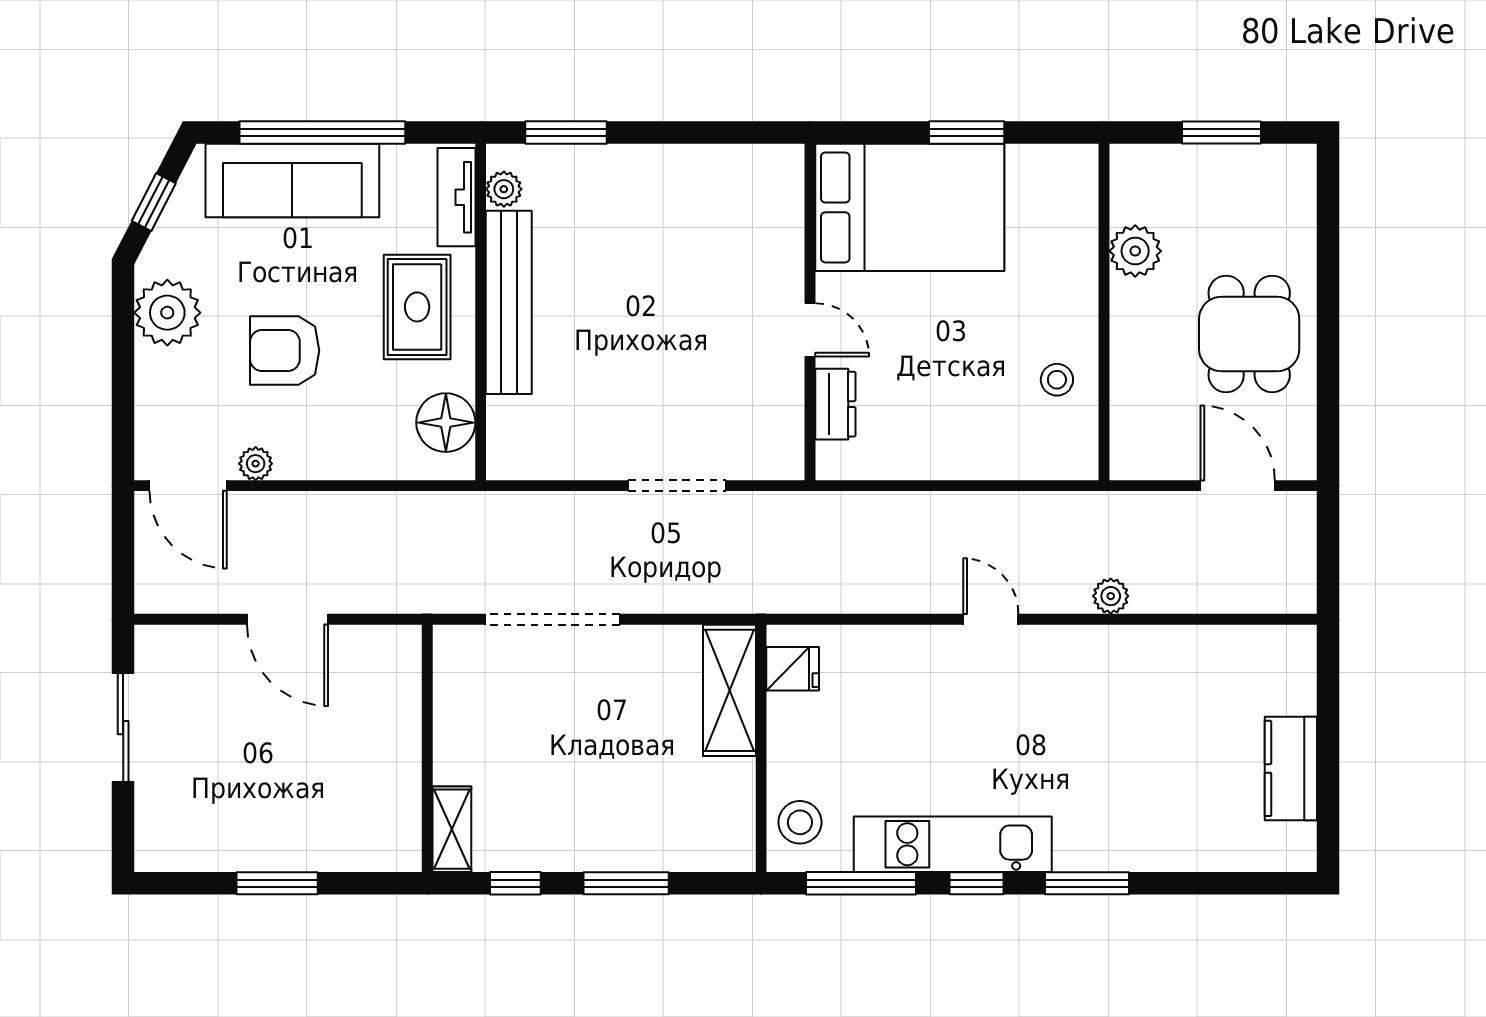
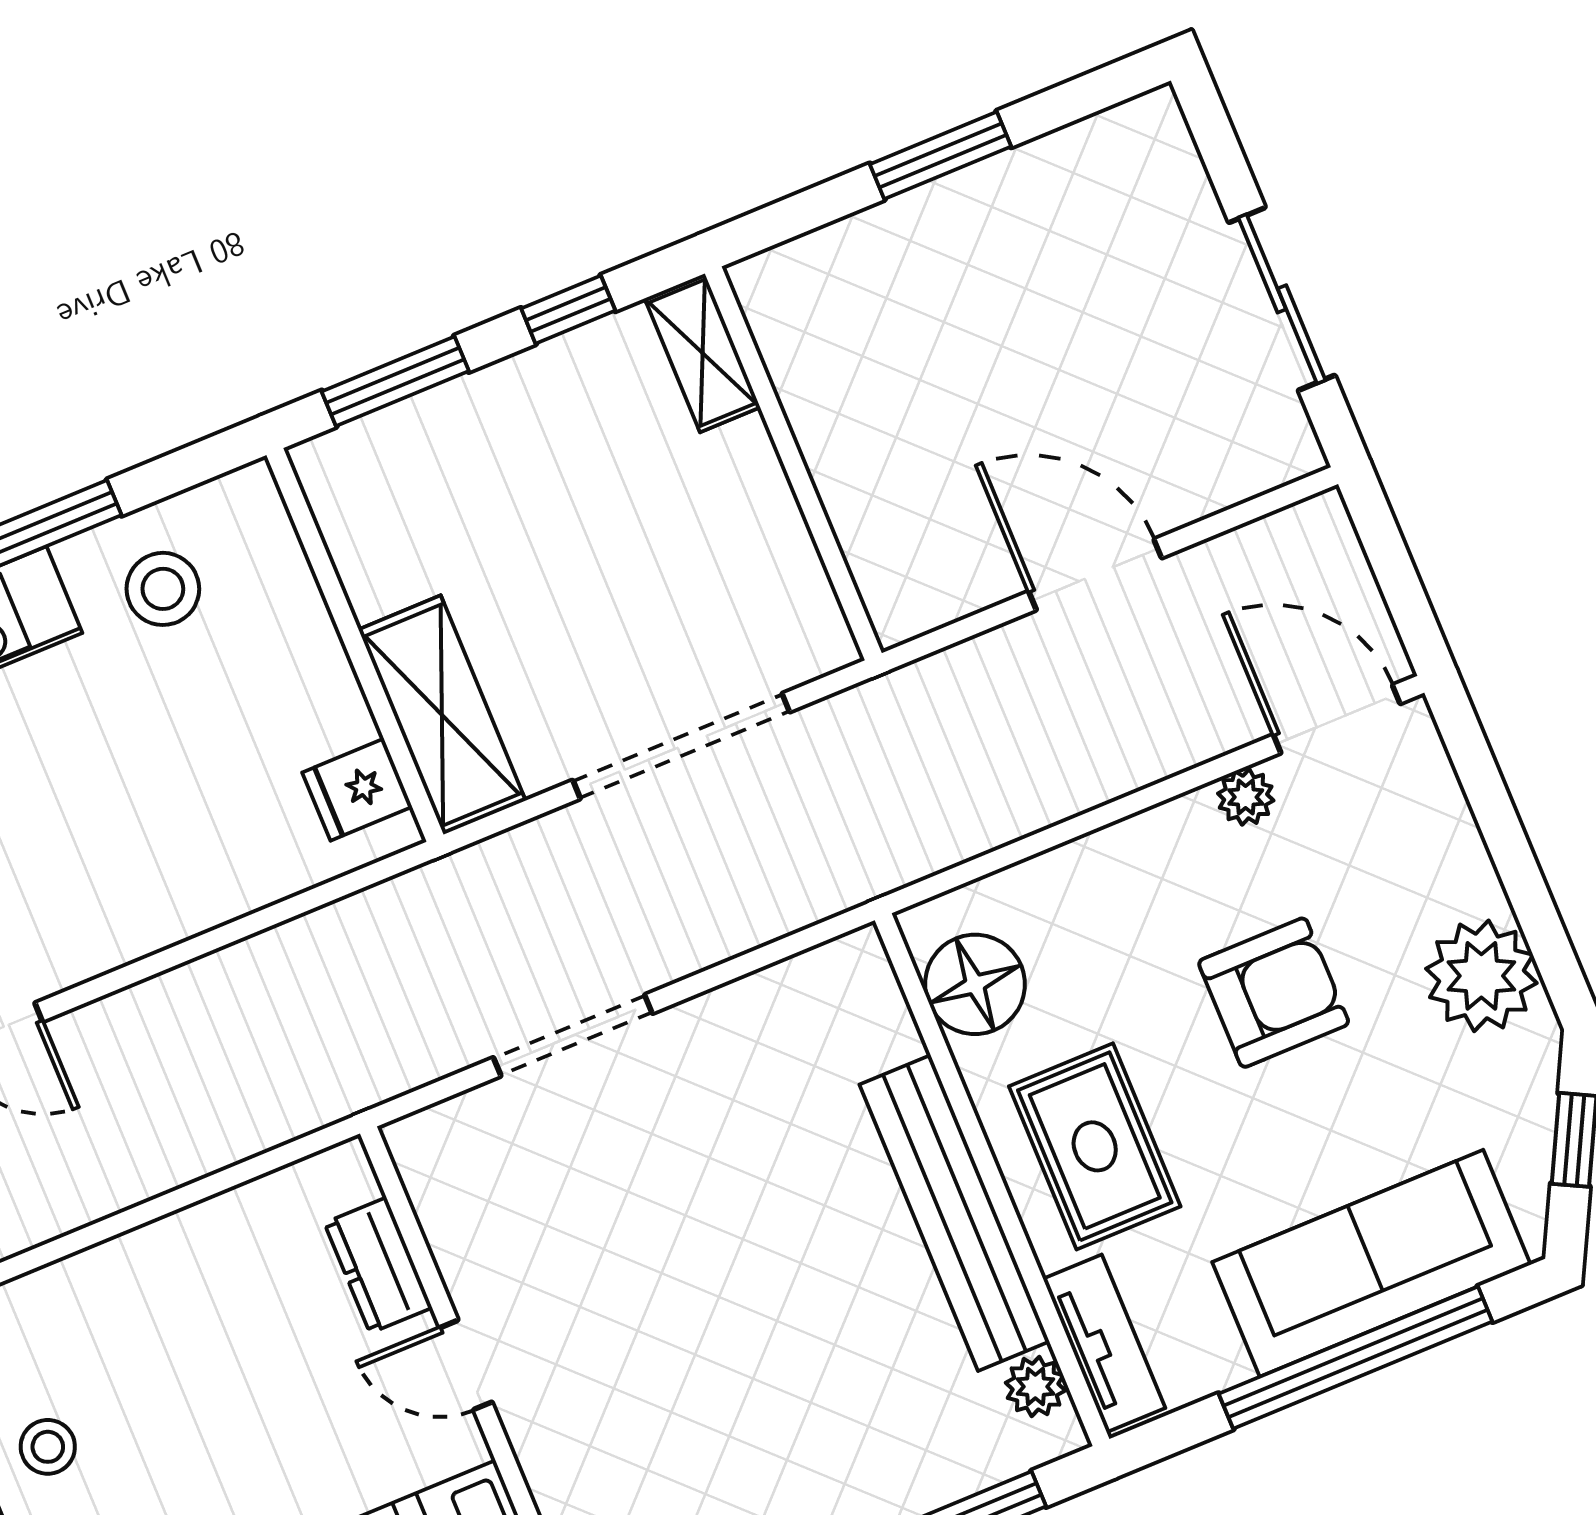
fridge: (793, 669) -> (357, 790), moved
shelving: (729, 690) -> (442, 715), moved
wall: (761, 748) -> (355, 645), moved

